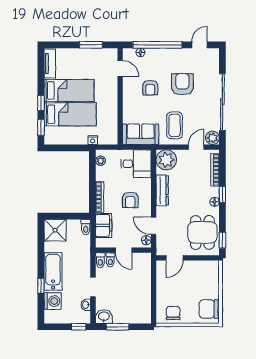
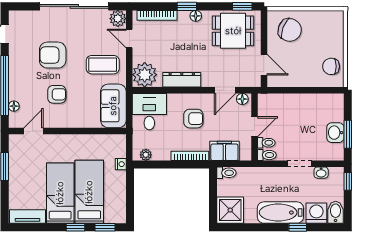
chair: (209, 309) -> (290, 30), moved, turned -69
bidet: (53, 317) -> (336, 212), added
washbasin: (104, 317) -> (335, 133), moved

